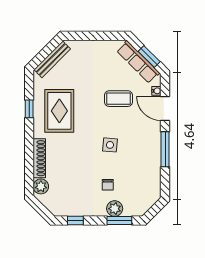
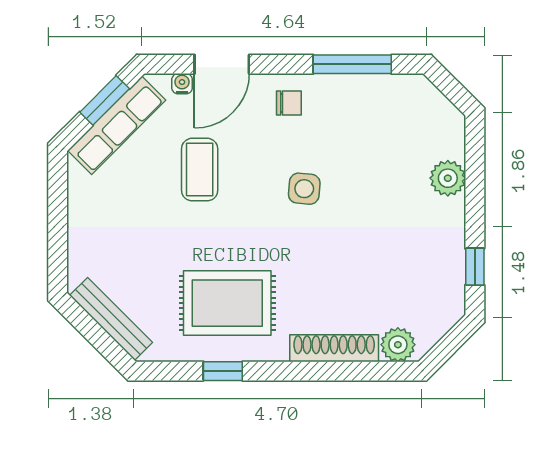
window: (165, 149) -> (352, 64), moved
chair: (108, 185) -> (289, 103), moved
window: (119, 221) -> (475, 168), removed

